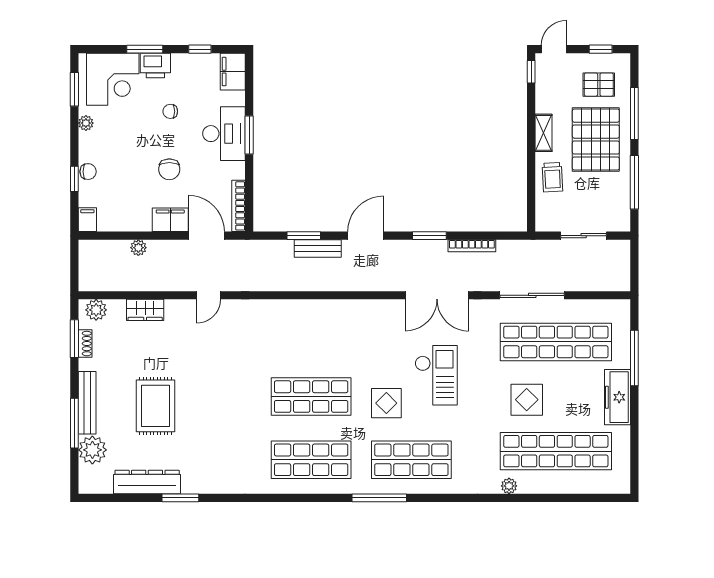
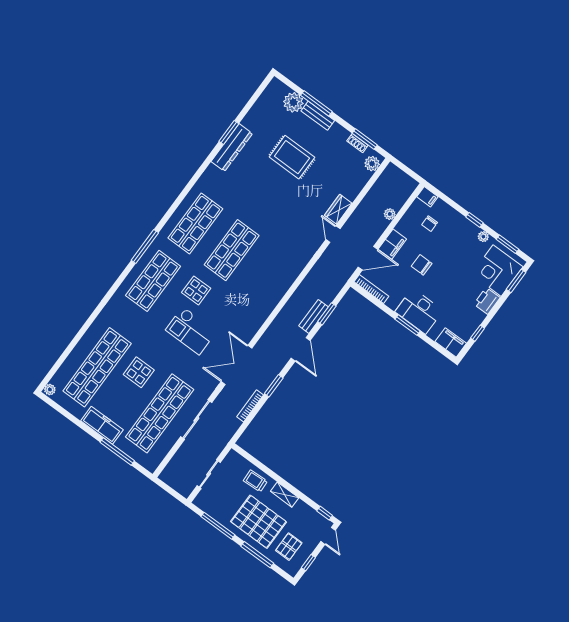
window: (145, 49) -> (516, 281), moved
chair: (170, 111) -> (454, 290), removed
chair: (88, 172) -> (430, 224), moved
window: (74, 179) -> (474, 220), moved
wardrobe: (145, 310) -> (338, 209), moved
bench: (87, 403) -> (318, 116), width x0.73
dresser: (147, 482) -> (232, 148), moved
plant: (509, 486) -> (50, 390), moved

